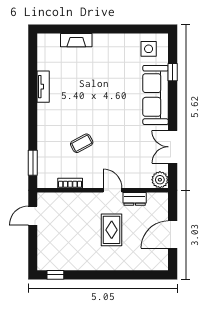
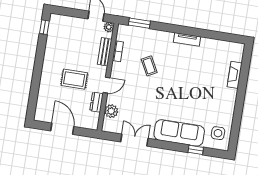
tv unit: (43, 87) -> (187, 39), moved
plant: (160, 180) -> (111, 111), moved
plant: (43, 198) -> (109, 27), added
bench: (73, 199) -> (105, 52), added

